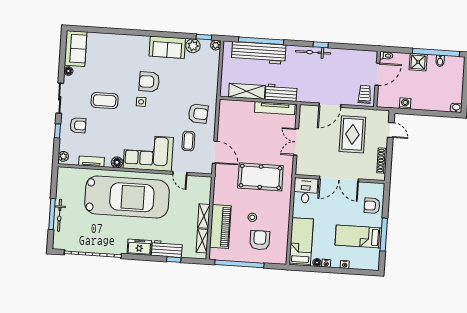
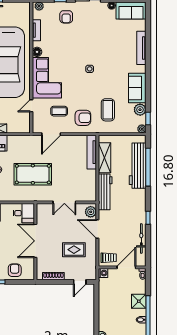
tv unit: (121, 39) -> (141, 48), added
bicycle: (313, 52) -> (141, 238), moved
door: (377, 74) -> (126, 267), swing flipped
armchair: (149, 82) -> (107, 75), removed
workbench: (281, 93) -> (105, 192), width x1.38
coffee table: (105, 101) -> (108, 110), moved
washing machine: (405, 103) -> (103, 273), moved
tv unit: (275, 108) -> (92, 152), moved
plant: (309, 112) -> (91, 212), added
armchair: (198, 114) -> (83, 118), turned -94
rug: (352, 134) -> (74, 250), width x0.73, depth x0.70
double door: (296, 142) -> (64, 202), swing flipped
pool table: (260, 177) -> (33, 174), turned 90

